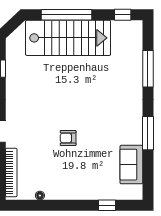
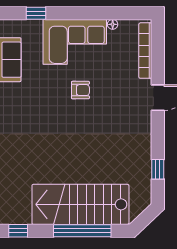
corner sofa: (73, 180) -> (75, 42), added

